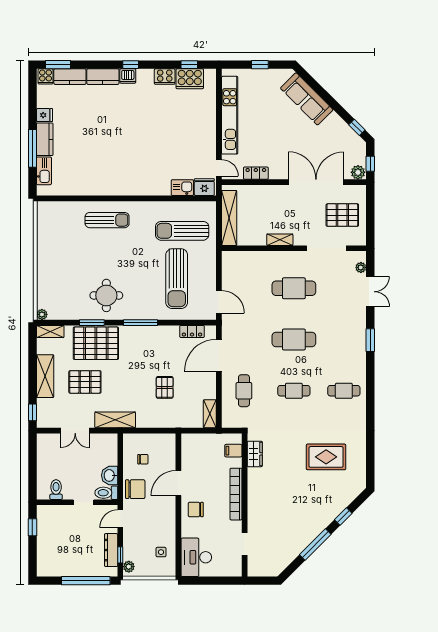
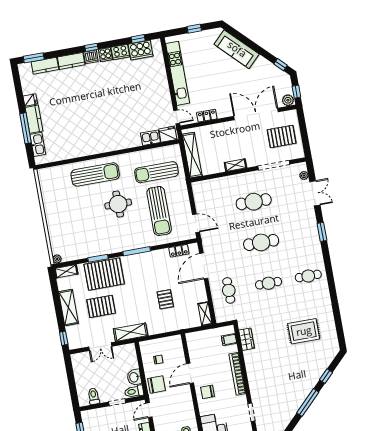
cooker: (46, 76) -> (105, 55), moved
sun lounger: (107, 220) -> (95, 174), width x1.36, depth x1.34
round table: (106, 295) -> (118, 204), moved

